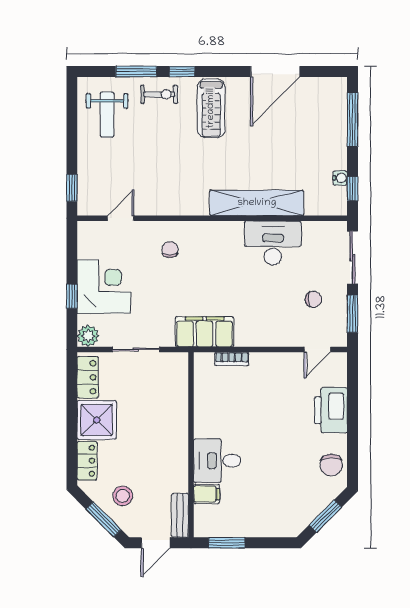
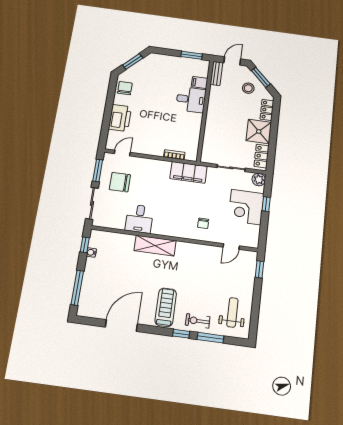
shelving: (257, 203) -> (155, 246), width x0.68
desk: (273, 243) -> (139, 219), width x0.73
chair: (313, 299) -> (120, 182), width x1.87, depth x1.87

